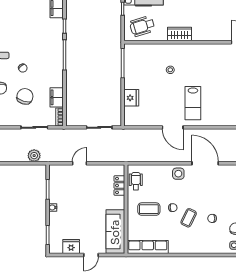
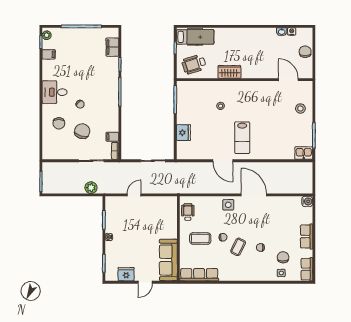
filing cabinet: (57, 97) -> (112, 137), width x0.50
locker: (119, 186) -> (172, 216), removed

